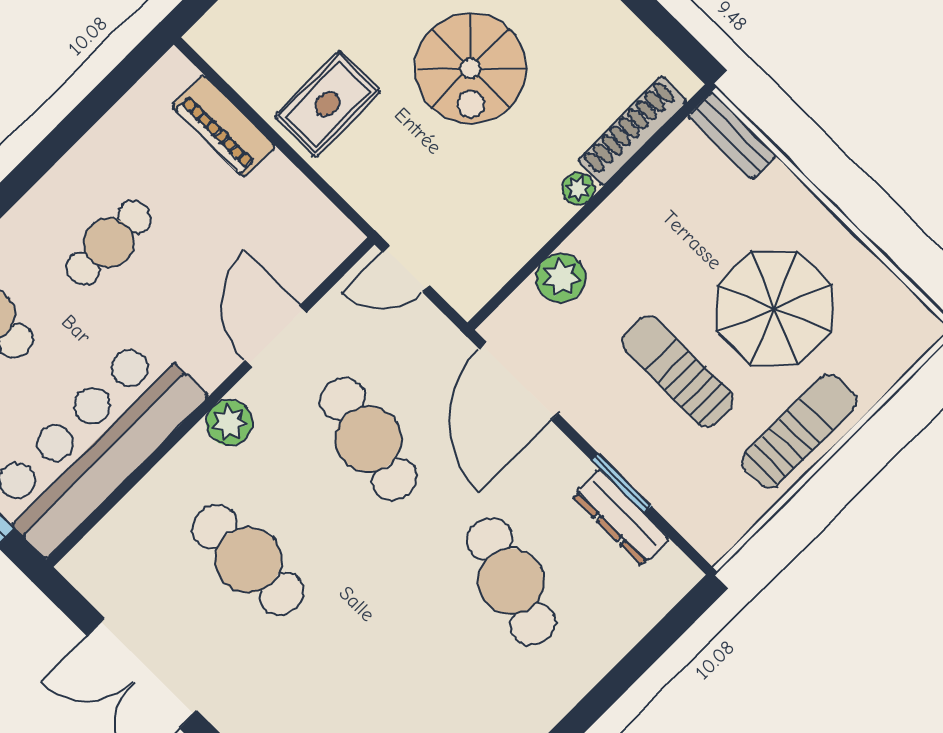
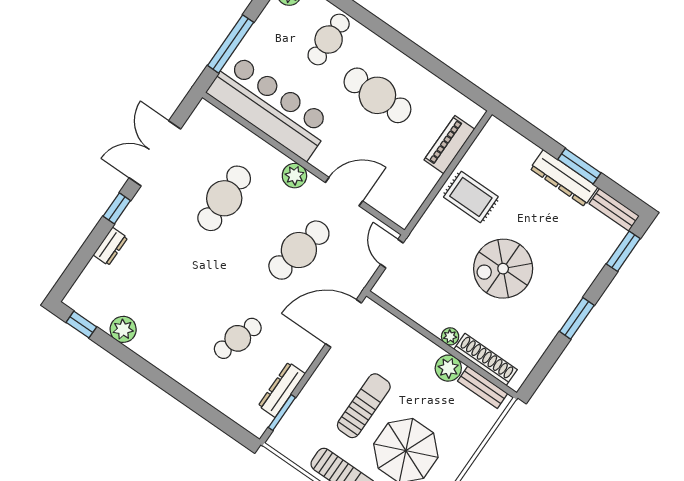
bench: (732, 136) -> (483, 387), moved, turned 90
cafe table: (109, 243) -> (377, 95), width x1.37, depth x1.35
plant: (561, 278) -> (448, 368), moved
window: (621, 483) -> (282, 413), moved
cafe table: (511, 582) -> (238, 338), width x0.73, depth x0.74

